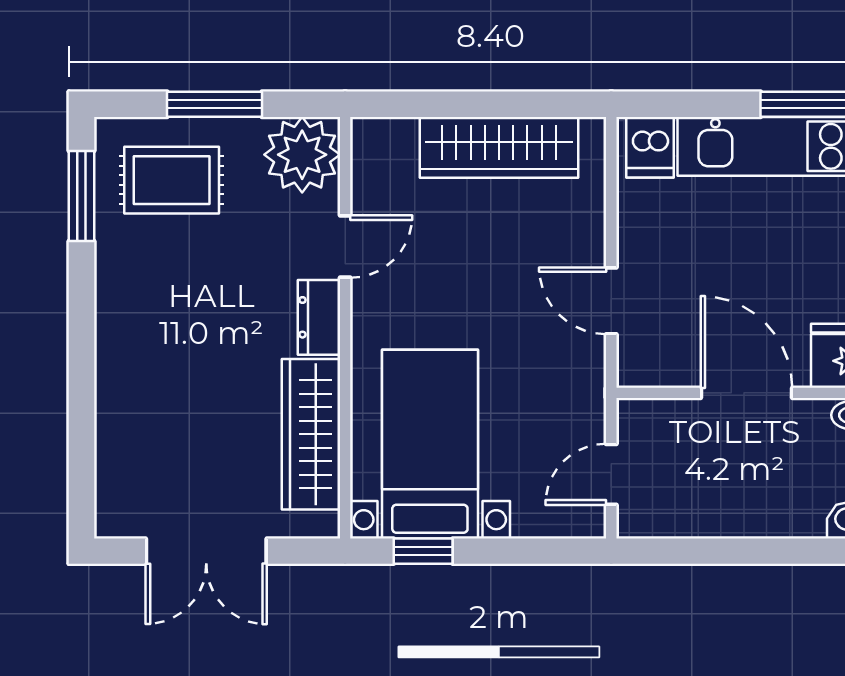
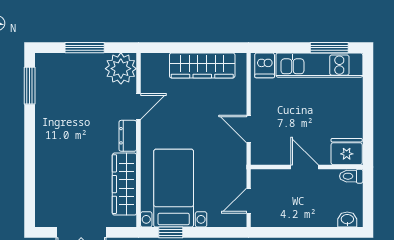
rug: (172, 180) -> (67, 79), removed
door: (747, 393) -> (305, 167), width x0.73

